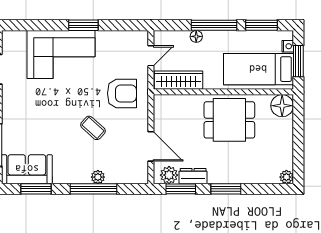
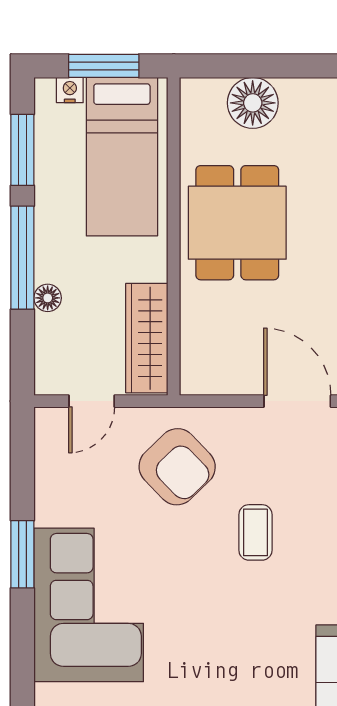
door: (151, 56) -> (92, 401), swing flipped
armchair: (122, 93) -> (177, 467), turned 136
floor lamp: (282, 106) -> (253, 103), moved
coffee table: (93, 128) -> (255, 532), turned -42
door: (151, 146) -> (297, 401), hinge flipped

